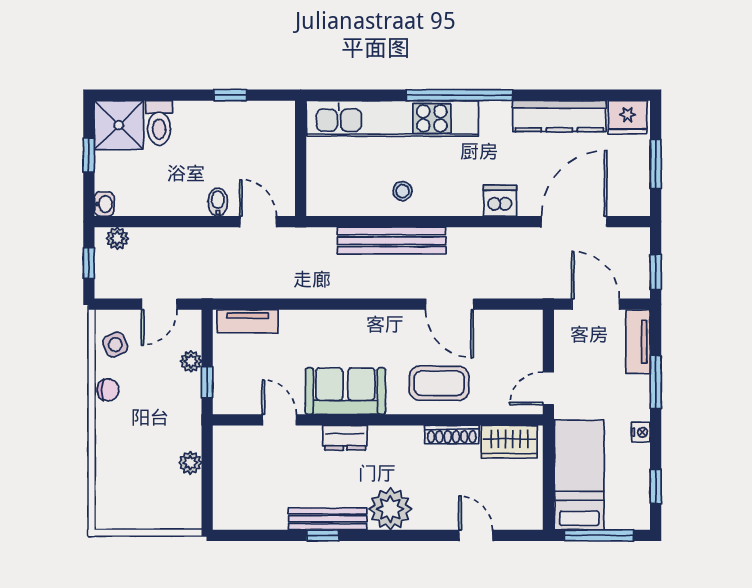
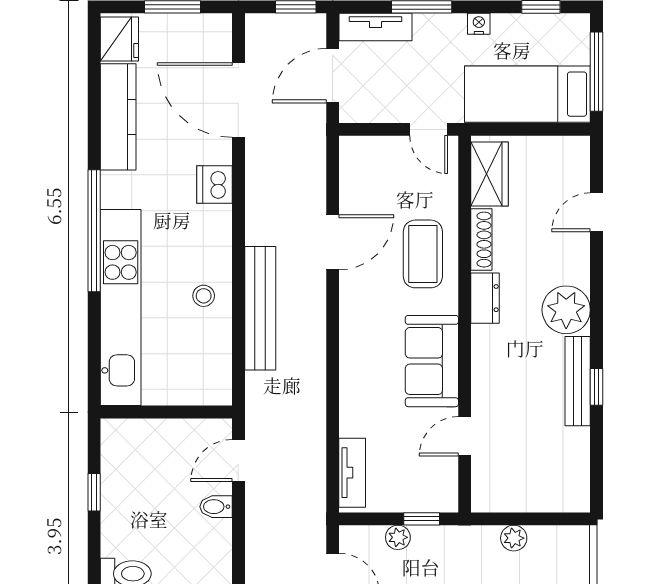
dresser: (345, 438) -> (485, 298), moved

